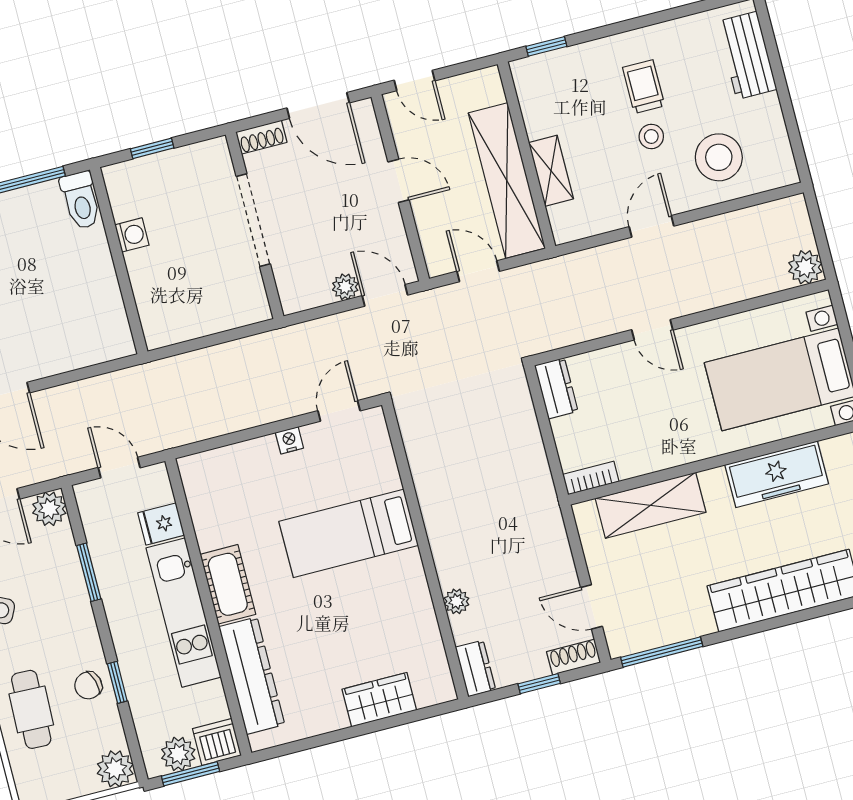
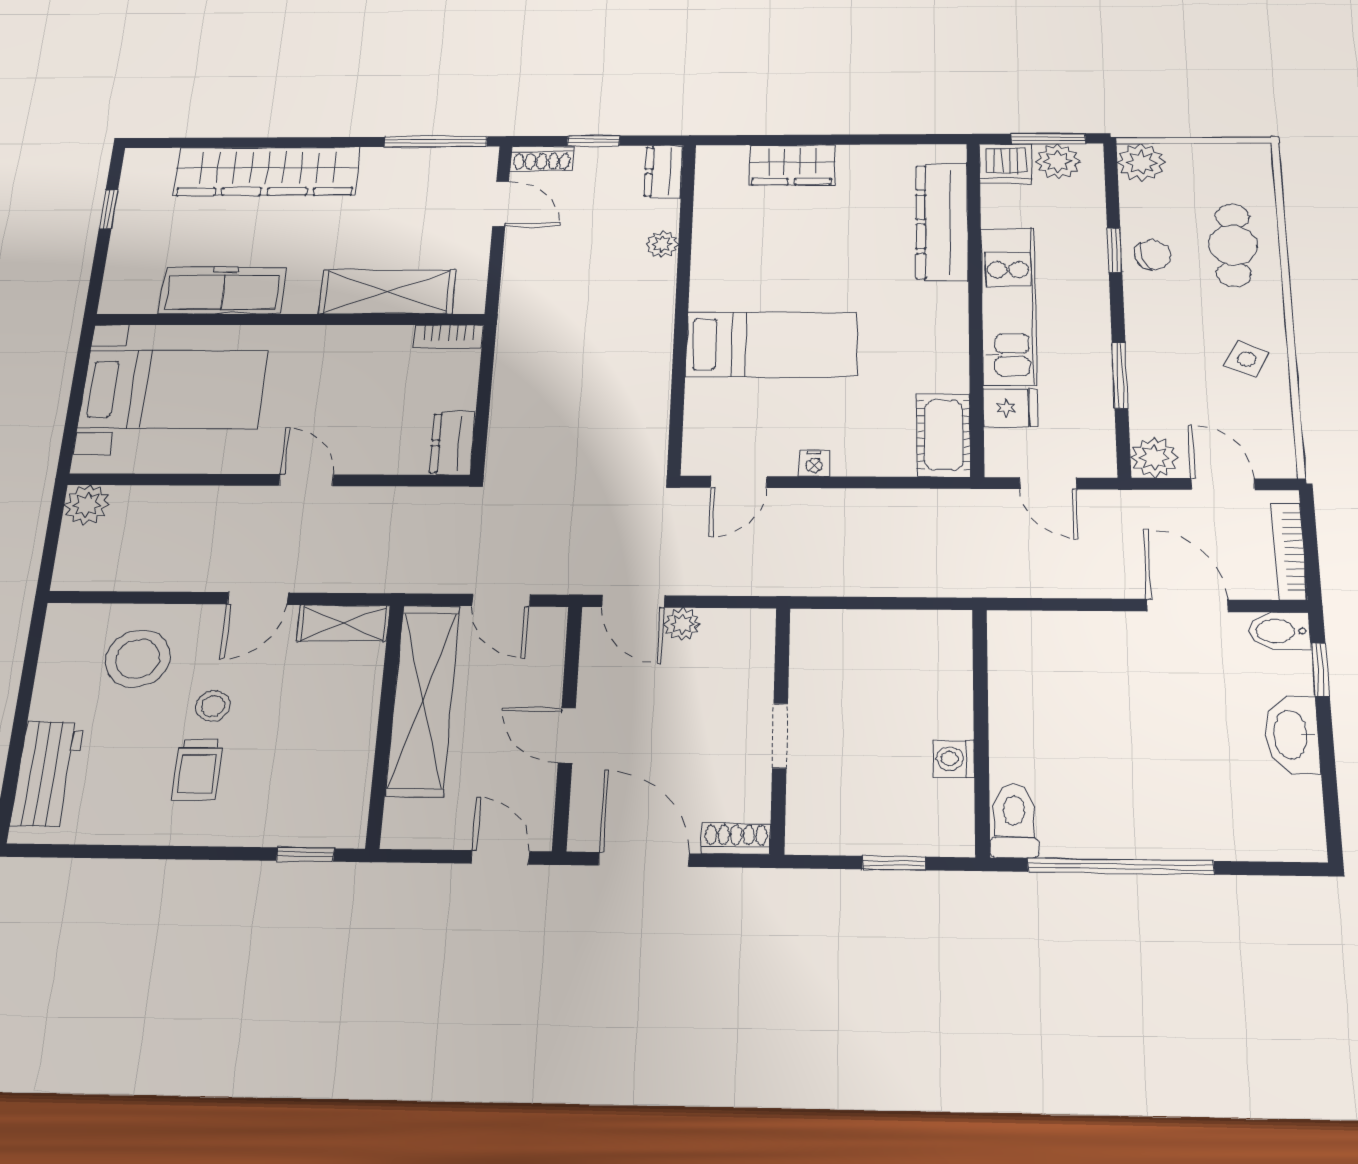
shelving: (551, 171) -> (343, 623), moved, turned 90
doorway: (253, 220) -> (780, 736), width x0.53
cot: (228, 584) -> (944, 435), moved

